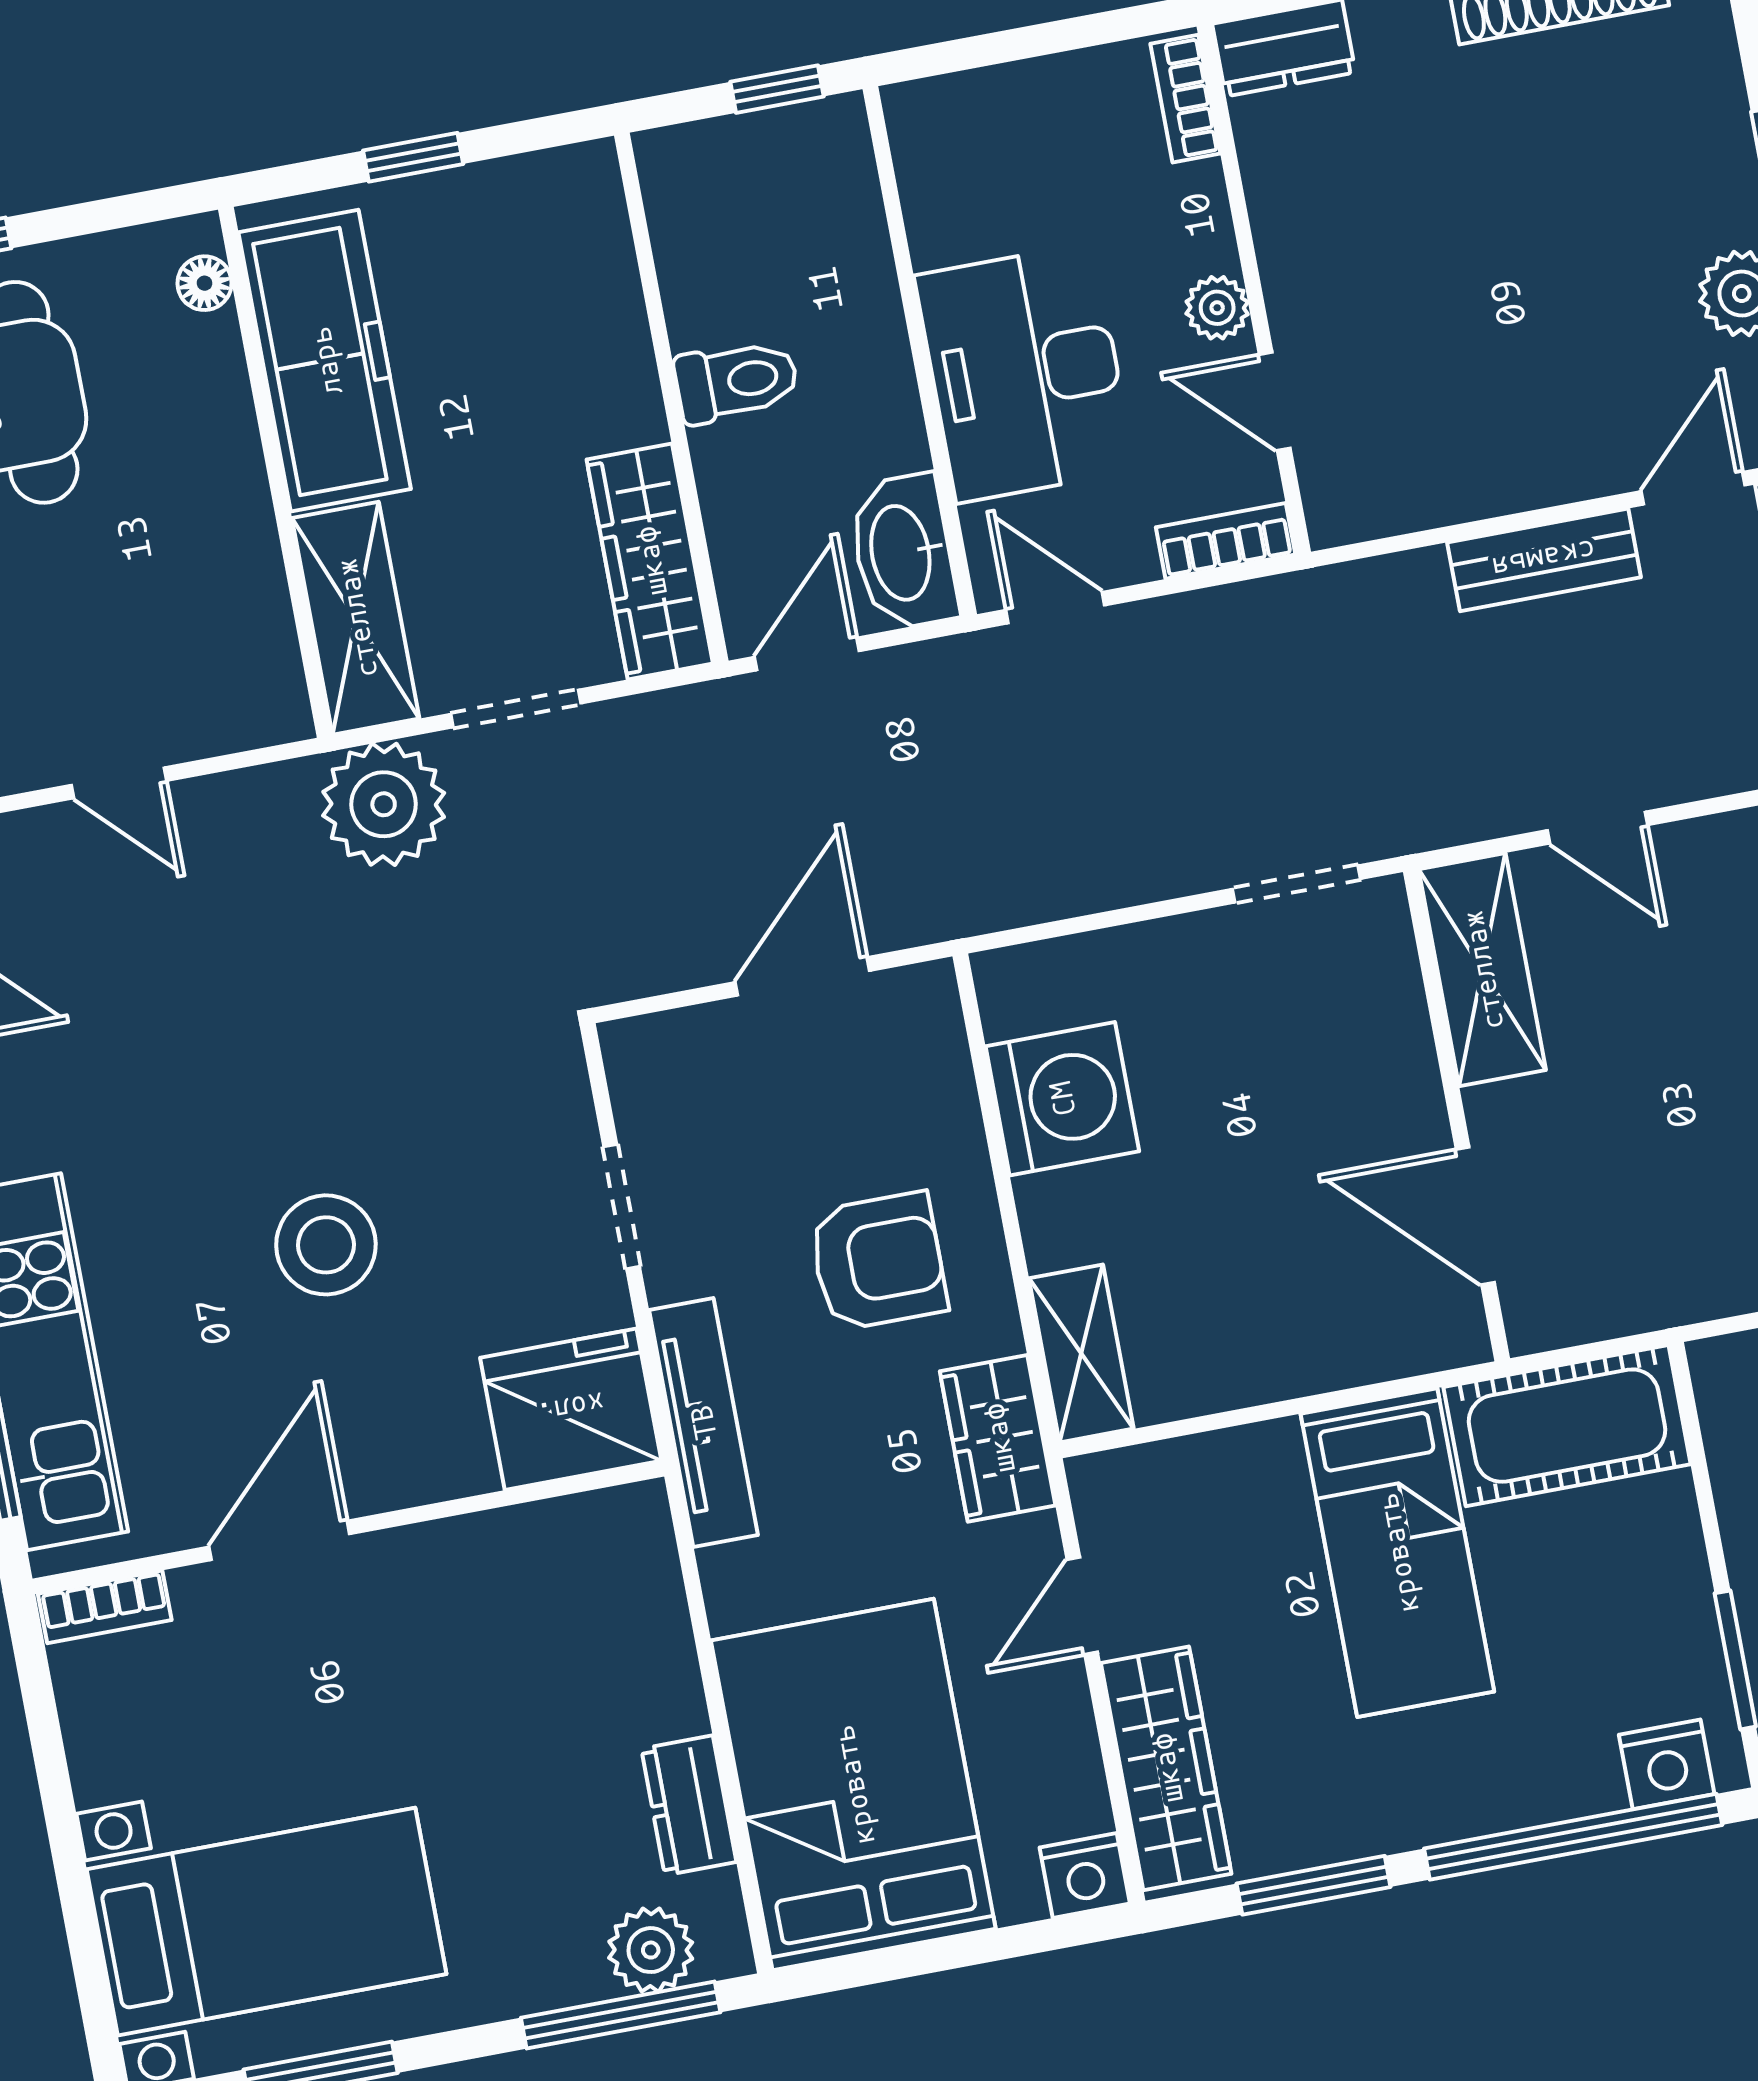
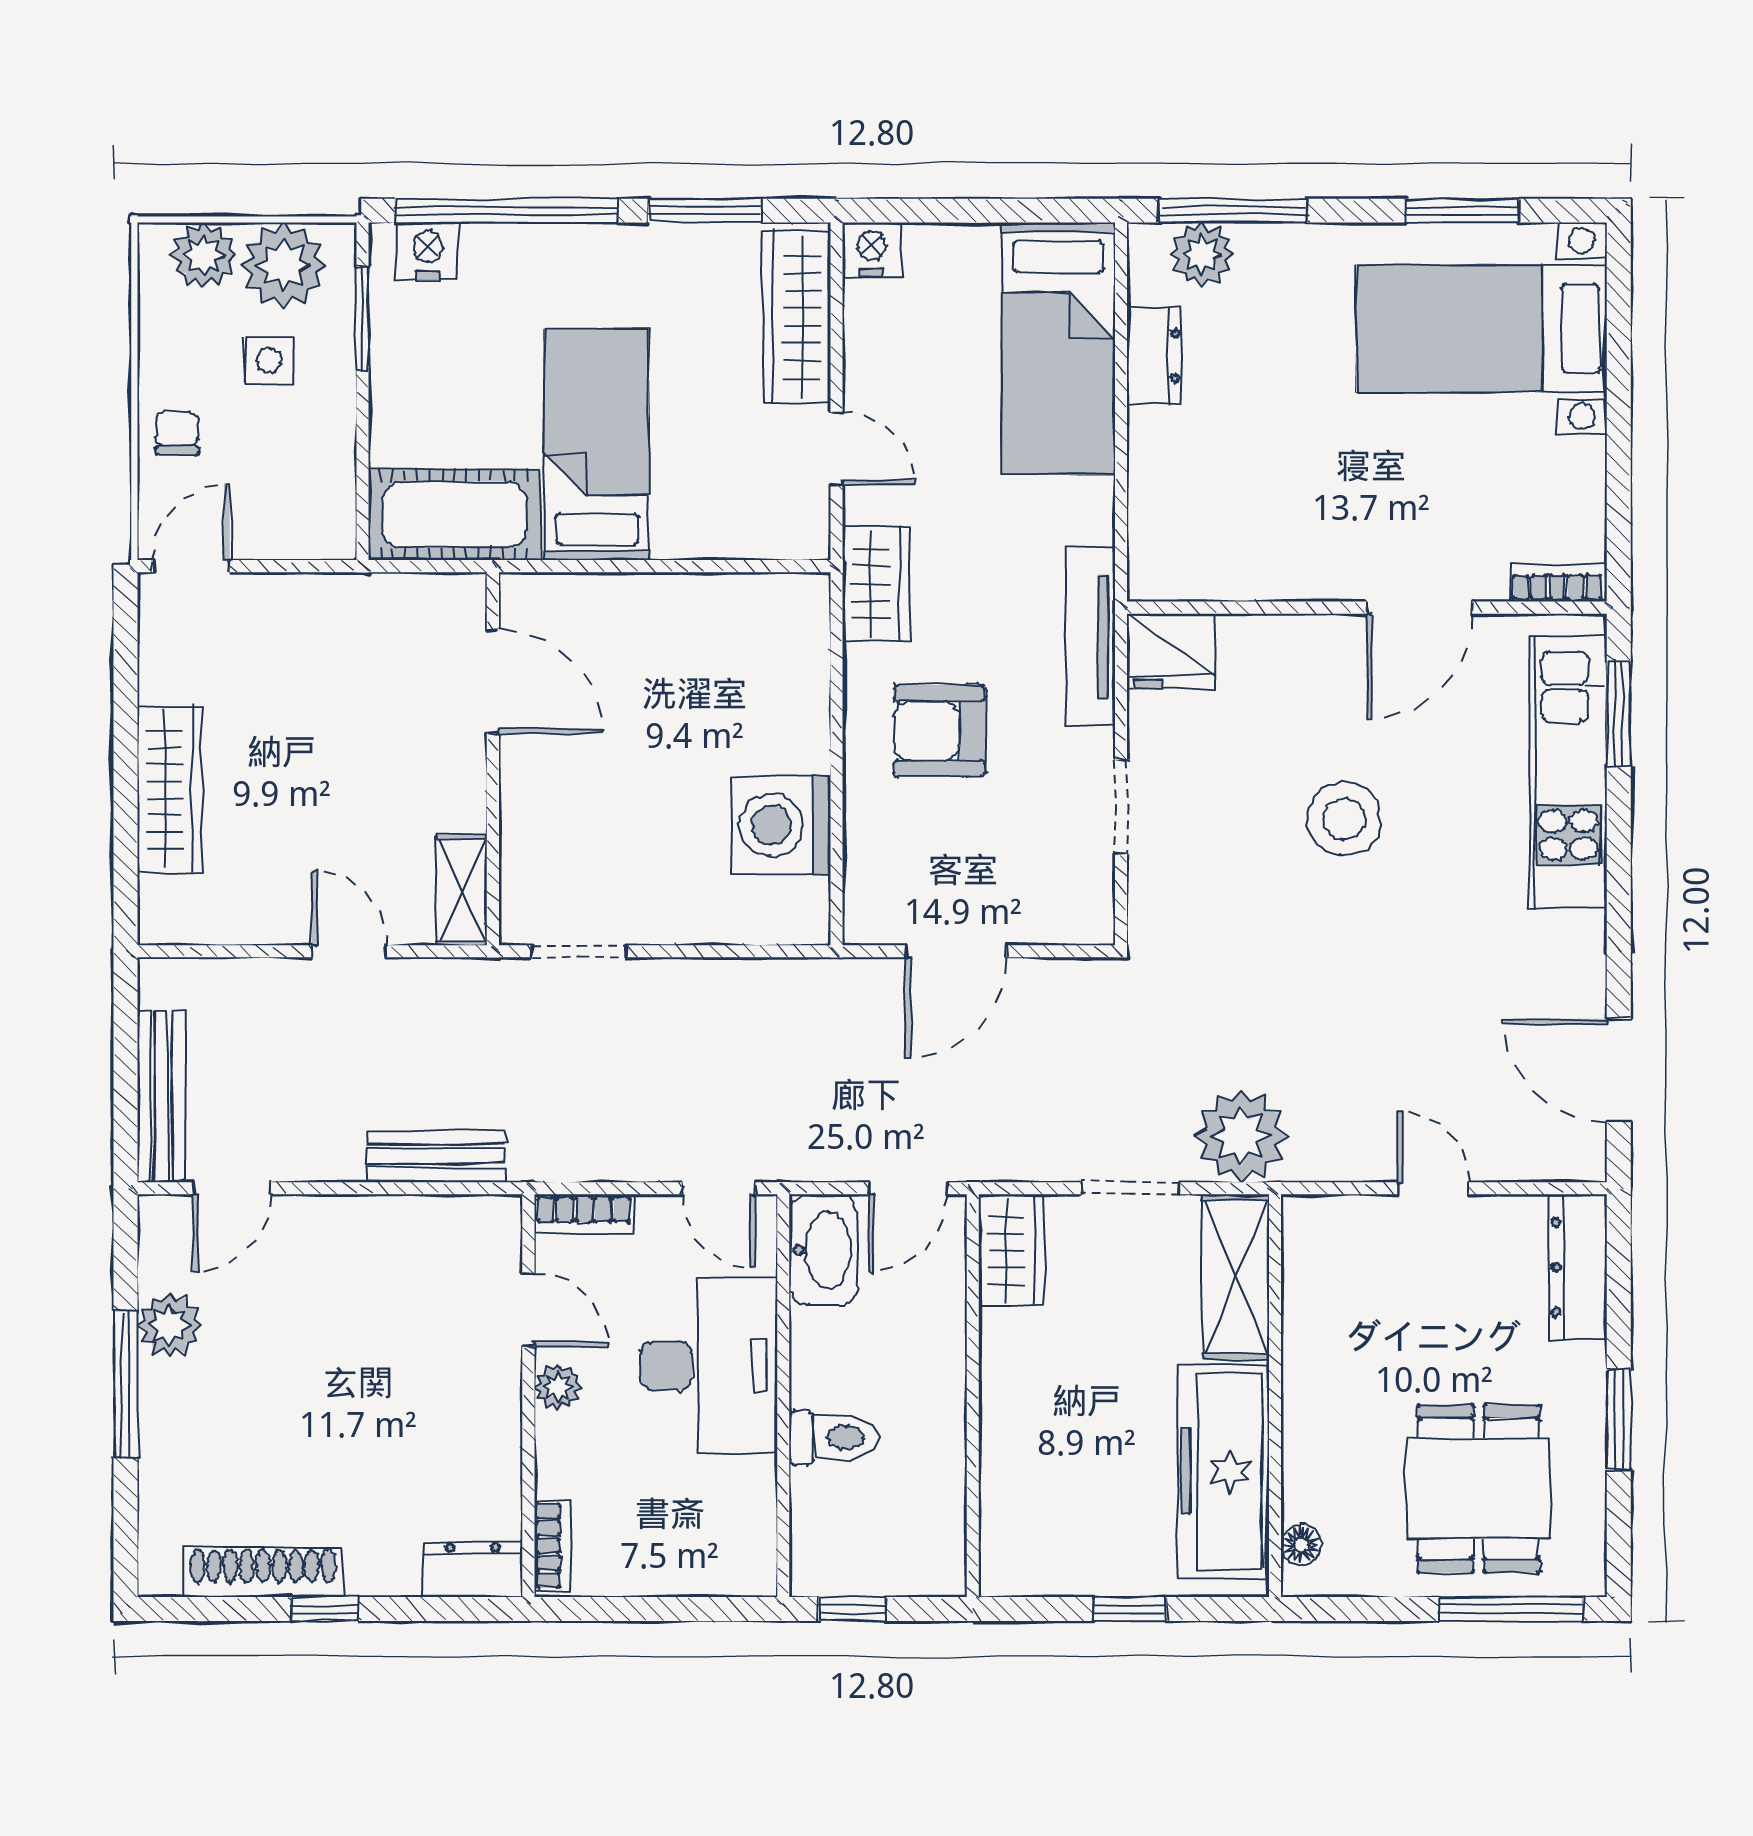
toilet: (736, 381) -> (834, 1437), moved, turned 180
bench: (1544, 560) -> (436, 1156), moved
wardrobe: (650, 561) -> (1011, 1250), width x0.67
shelving: (1482, 970) -> (462, 890), width x0.67, depth x0.75
shelving: (1081, 1353) -> (802, 635), removed
fridge: (571, 1409) -> (1171, 651), width x0.73, depth x0.75
door: (1082, 1606) -> (837, 449), hinge flipped
bed: (853, 1785) -> (1058, 348), width x0.67

